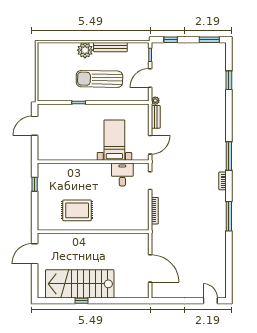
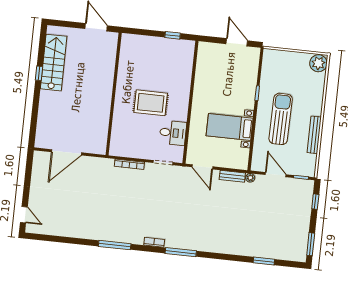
plant: (85, 50) -> (318, 63), moved
bed with nightstands: (114, 140) -> (230, 127), moved, turned 180
rug: (77, 210) -> (151, 103), moved, turned 90
stairs: (80, 284) -> (54, 63), width x0.73, depth x0.66
door: (210, 301) -> (24, 215), hinge flipped

